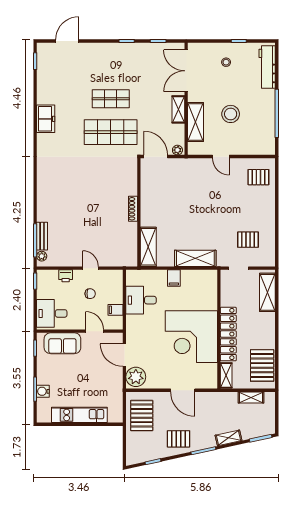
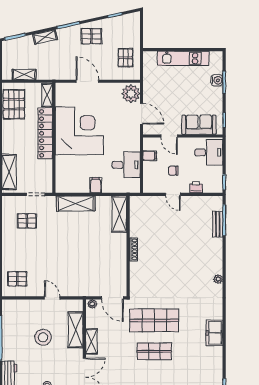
plant: (42, 256) -> (218, 279), moved
pallet: (142, 416) -> (125, 58), width x0.67, depth x0.71

